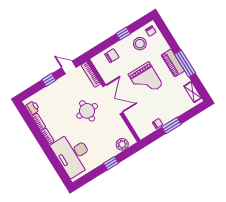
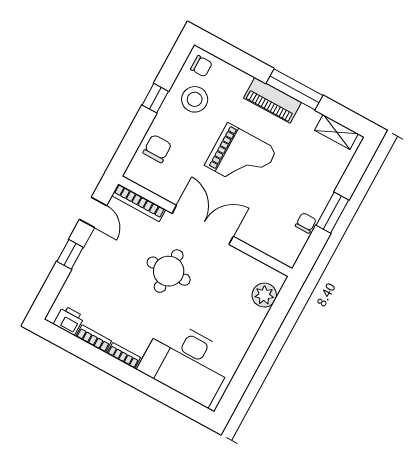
door: (69, 67) -> (93, 212), swing flipped
window: (111, 163) -> (263, 340), removed

